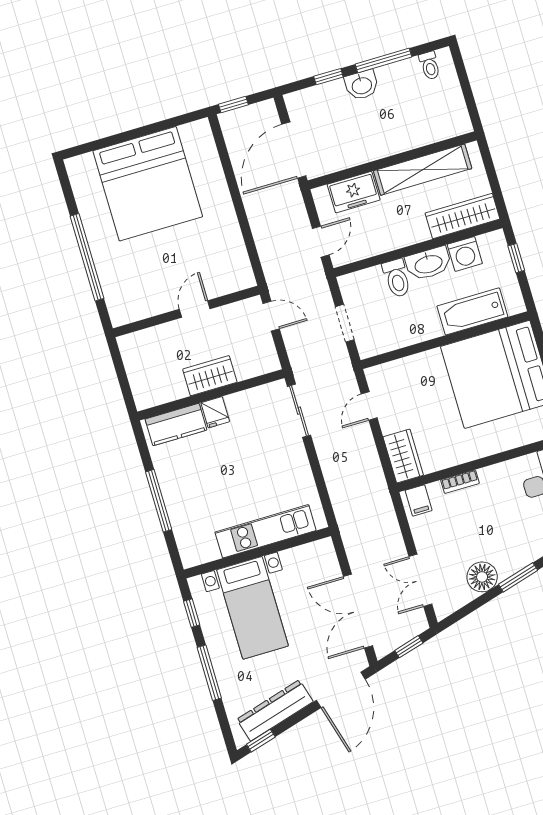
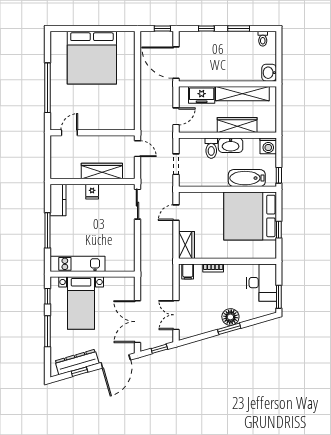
window: (383, 60) -> (239, 29), width x0.69
washbasin: (362, 85) -> (269, 73), moved, turned 90
window: (233, 105) -> (162, 29), moved
door: (294, 150) -> (176, 63), hinge flipped
wardrobe: (463, 216) -> (237, 125), moved
washing machine: (465, 254) -> (268, 146), moved
window: (516, 258) -> (279, 175), moved
door: (195, 309) -> (69, 133), moved
wardrobe: (210, 376) -> (102, 171), width x1.50
kitchen counter: (176, 425) -> (58, 200), moved, turned -90
kitchen unit: (266, 531) -> (77, 264), moved
floor lamp: (482, 577) -> (230, 317), moved
window: (261, 741) -> (79, 372), moved

